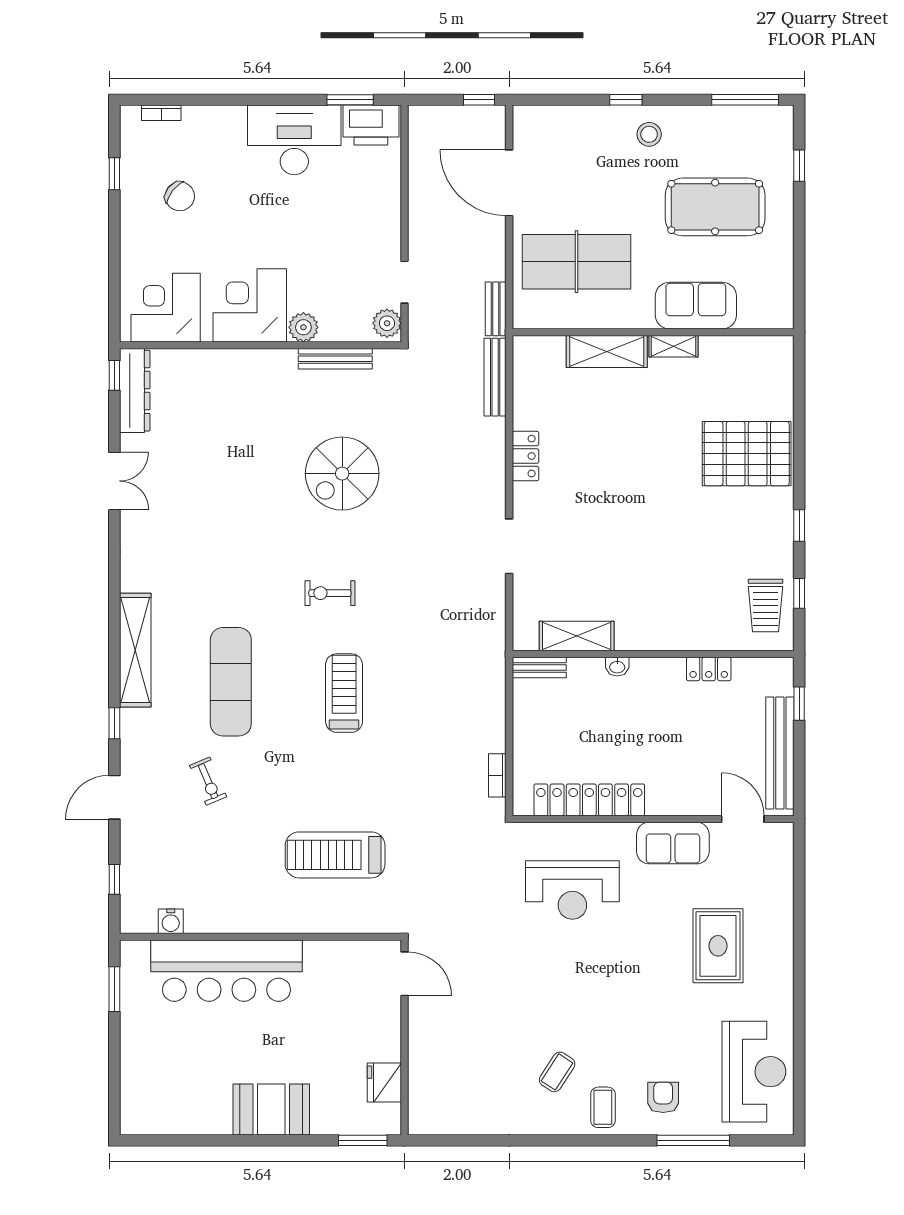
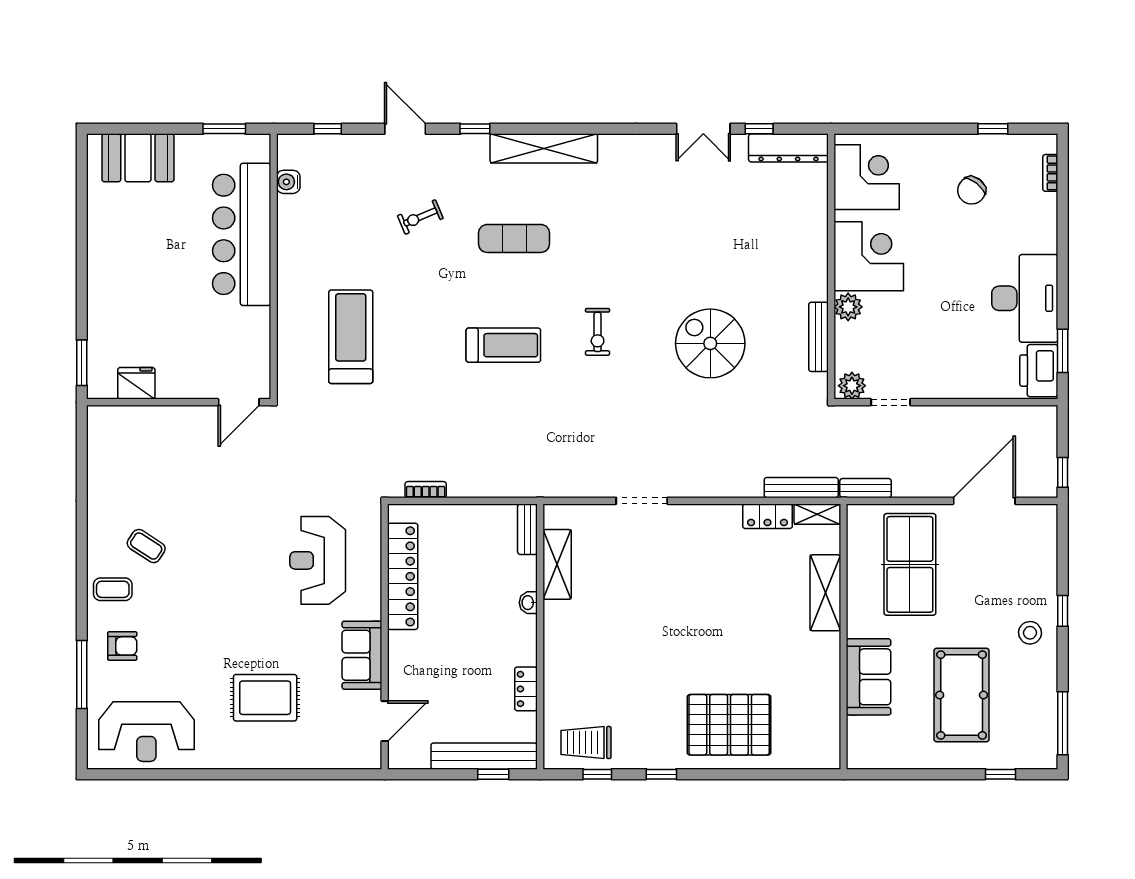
shelving: (674, 346) -> (817, 514), moved, turned 90
window: (114, 375) -> (759, 129), moved
pallet: (747, 454) -> (729, 725), turned 90
locker: (526, 456) -> (767, 516), moved
exercise bike: (330, 593) -> (598, 332), turned 180
exercise mat: (231, 682) -> (514, 238), width x0.73, depth x0.69
bench: (780, 753) -> (484, 756), moved
booth: (271, 1110) -> (138, 158), moved, turned 90

